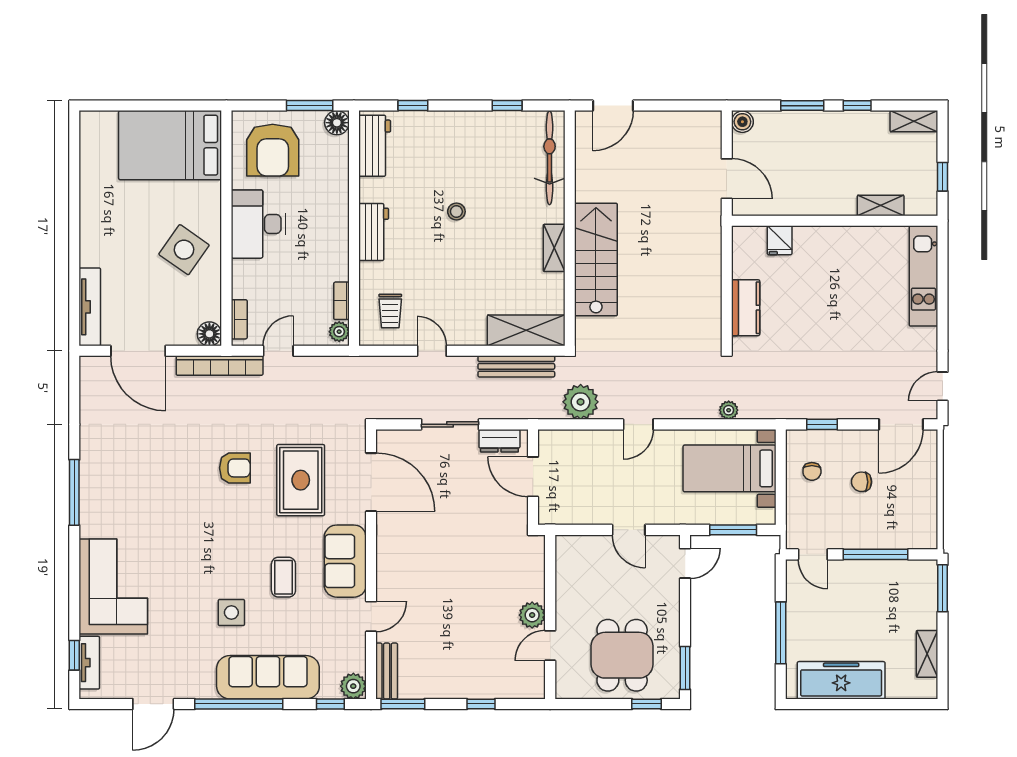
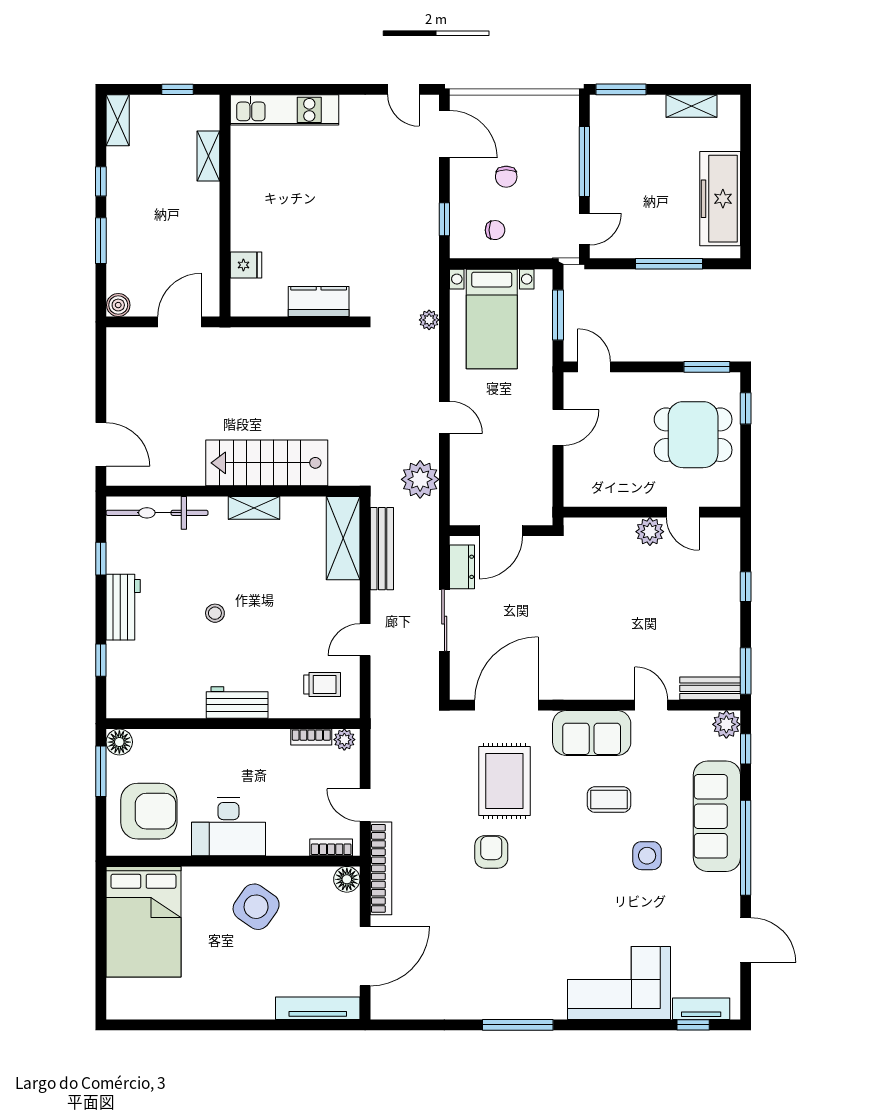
workbench: (375, 146) -> (123, 607), moved, turned 90
rug: (301, 480) -> (504, 781), turned 90

